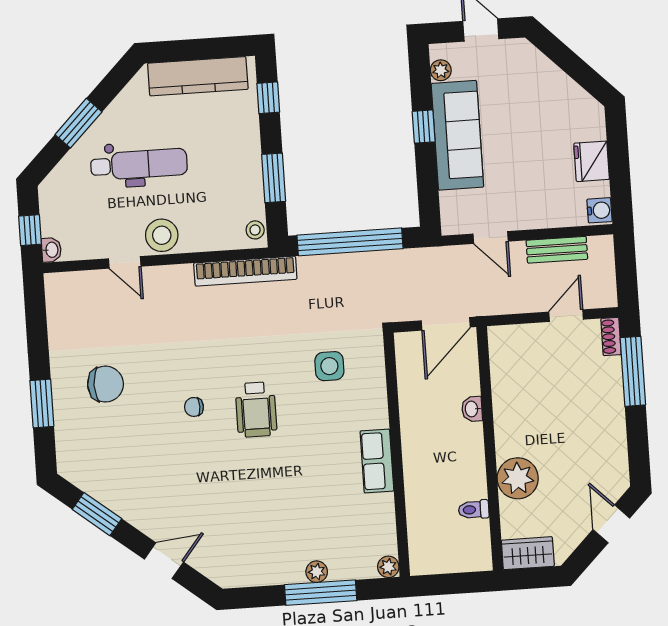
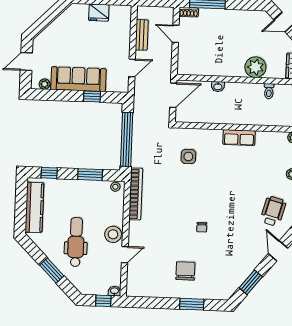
window: (424, 127) -> (92, 97), moved
water cooler: (600, 210) -> (124, 11), removed
door: (446, 324) -> (173, 95), hinge flipped
wheelchair: (256, 410) -> (273, 211), moved, turned -75

